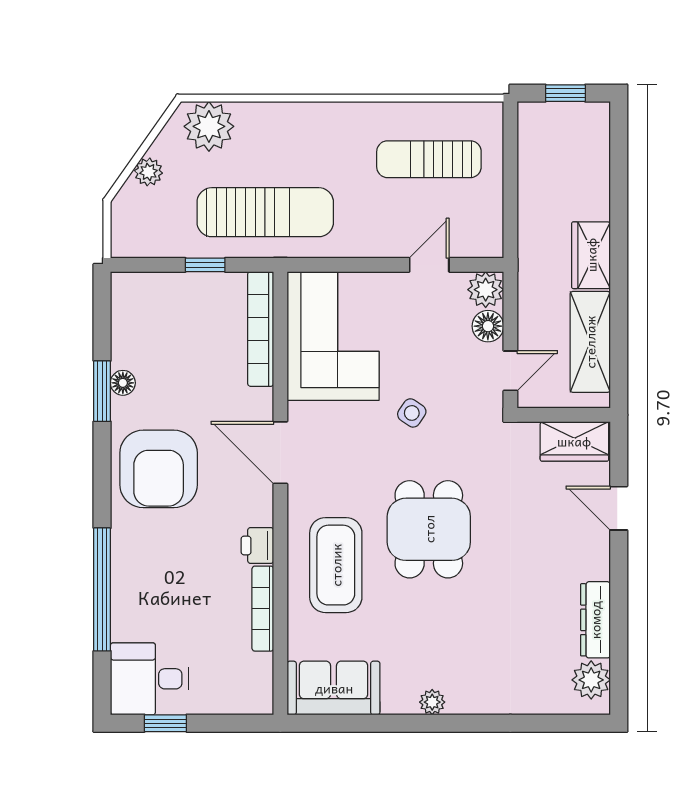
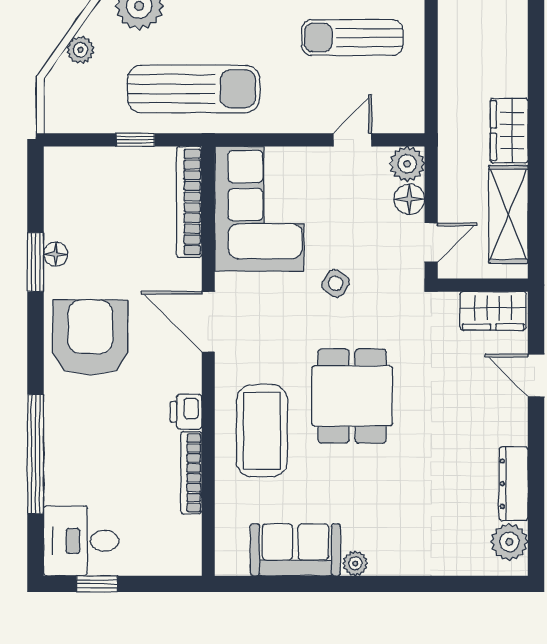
armchair: (159, 469) -> (90, 337), turned 180
sofa: (334, 688) -> (295, 550), moved

